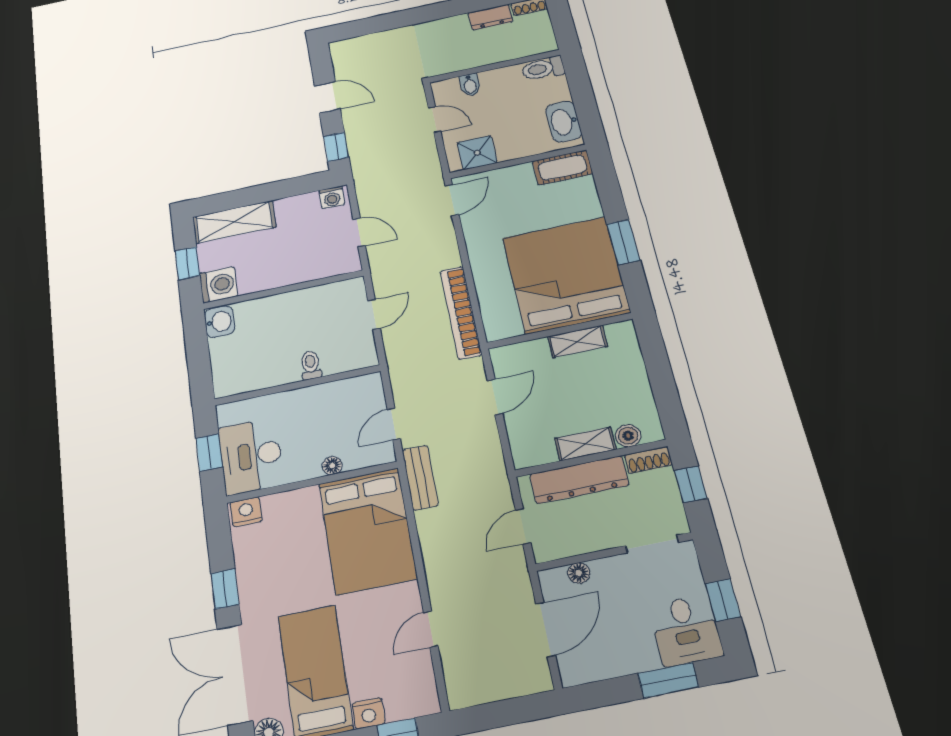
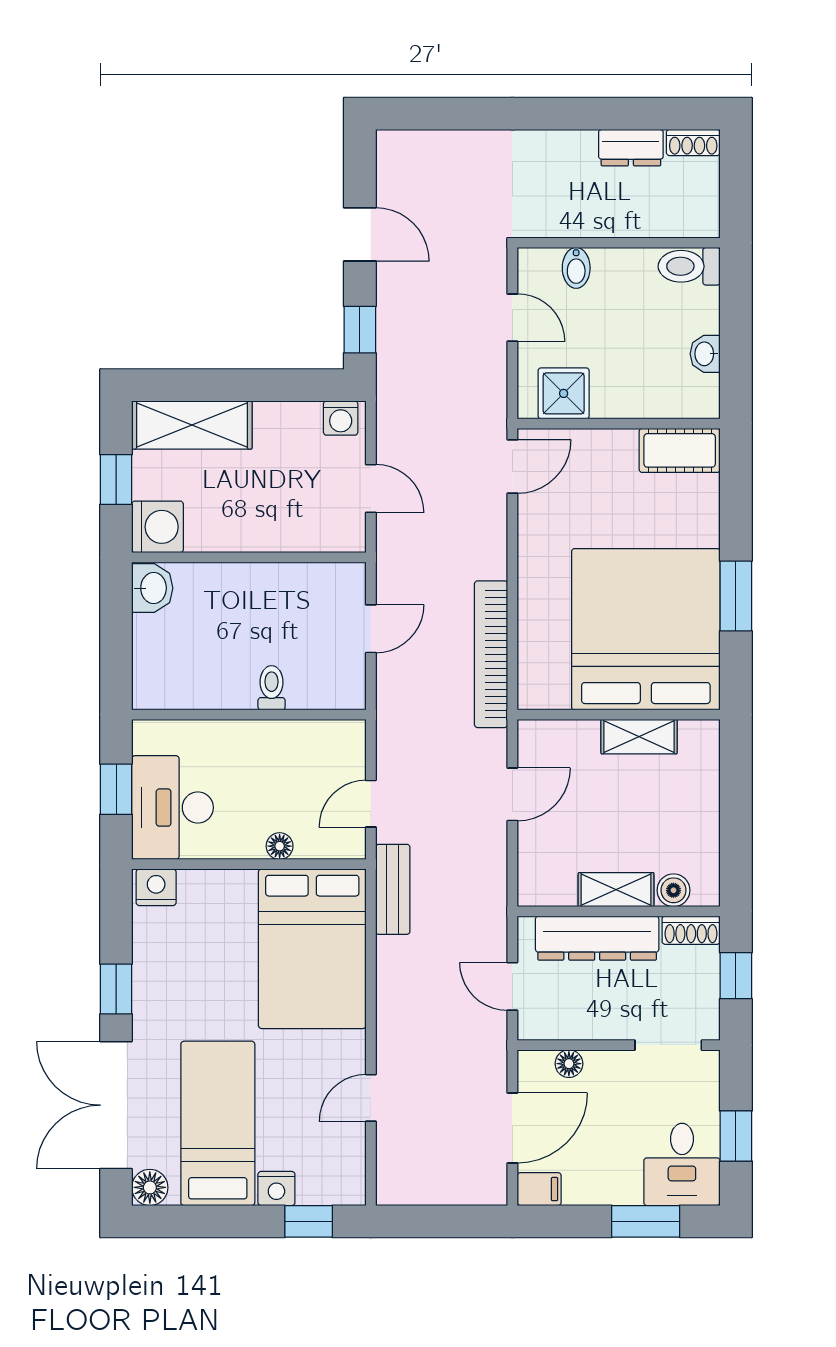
washbasin: (564, 122) -> (705, 354), width x0.52, depth x0.69
door: (523, 526) -> (512, 986), hinge flipped
filing cabinet: (577, 672) -> (539, 1189), added

